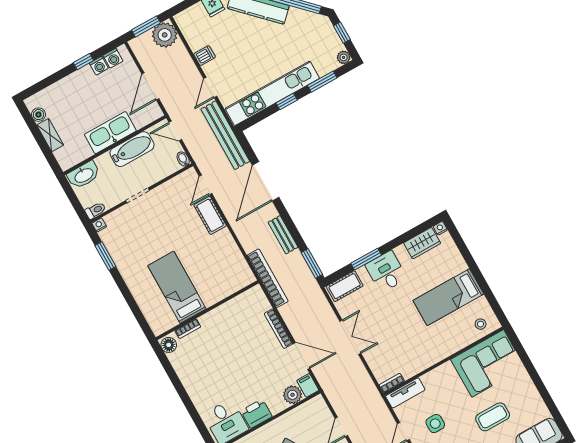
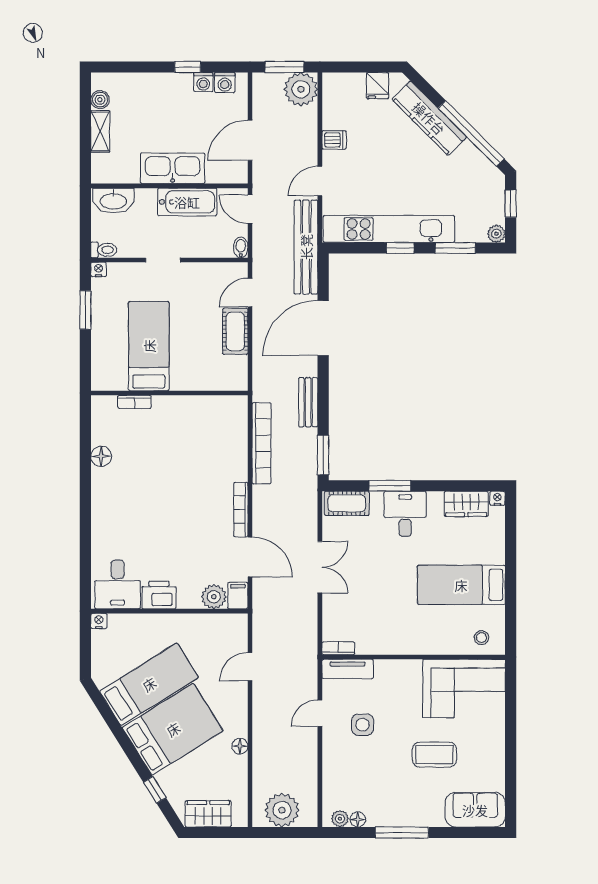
bed: (177, 287) -> (149, 346), moved
wall: (207, 310) -> (169, 393), moved
bookcase: (188, 329) -> (134, 402), moved

